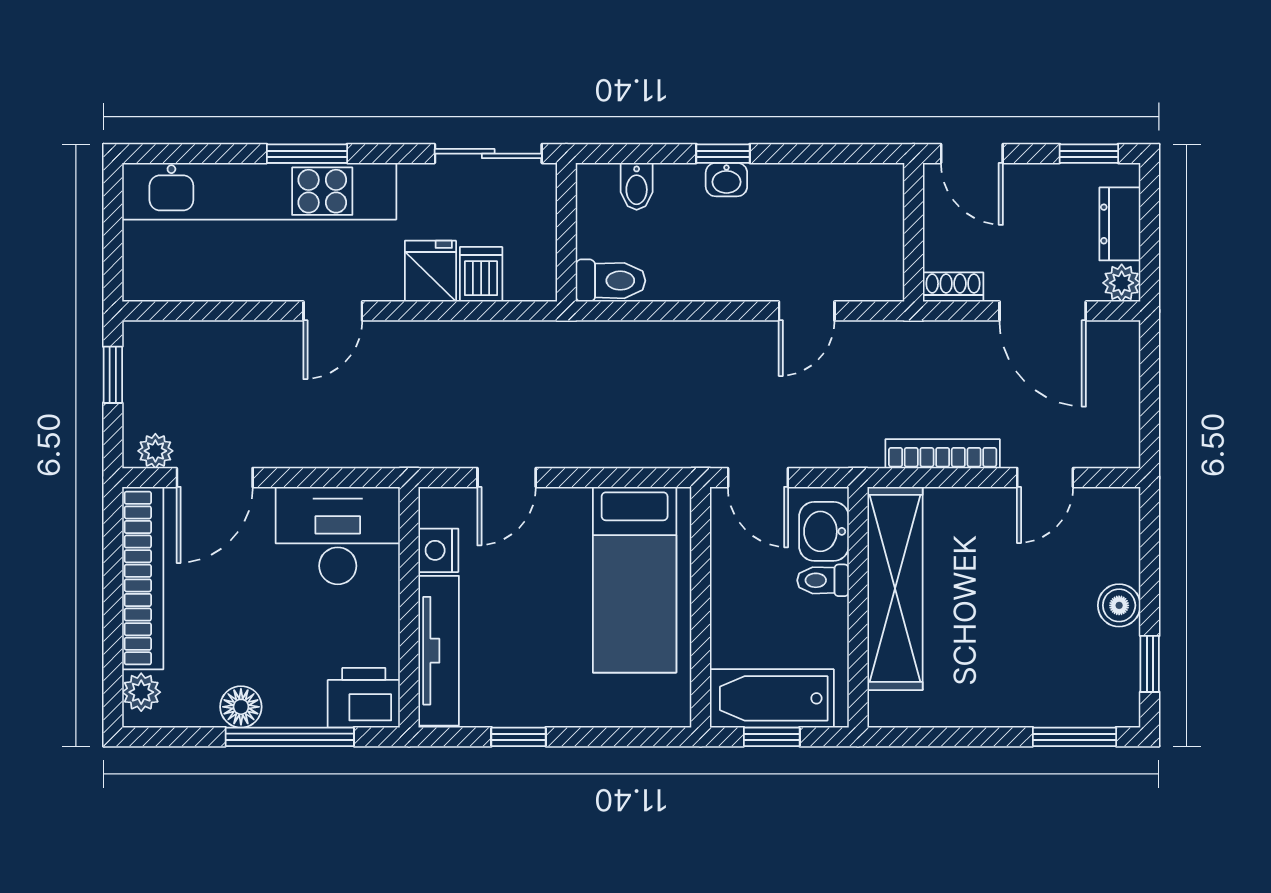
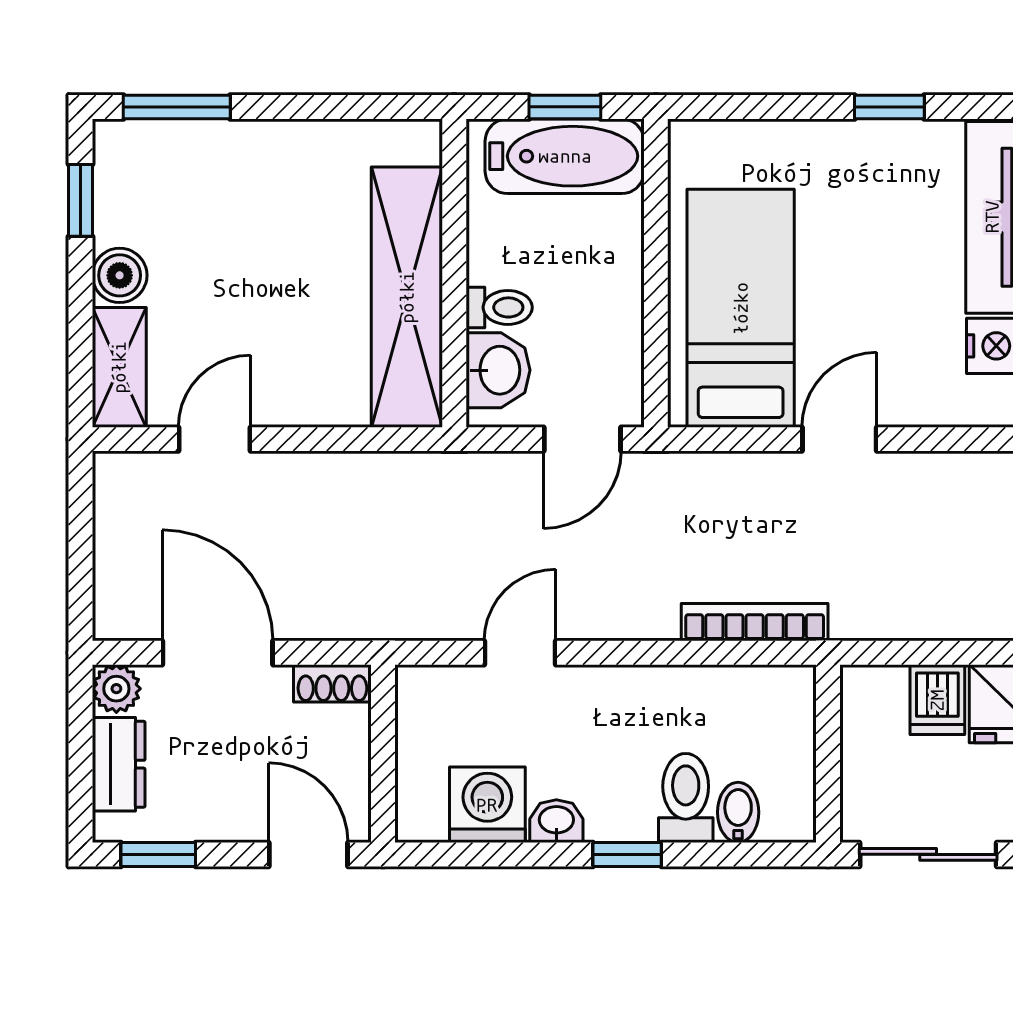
washbasin: (726, 180) -> (556, 821), moved
washing machine: (832, 192) -> (487, 805), added
toilet: (611, 281) -> (686, 798), moved, turned 90
bookcase: (943, 454) -> (755, 622), moved, turned 180
door: (507, 478) -> (839, 439), moved
door: (758, 478) -> (582, 439), swing flipped
shelving: (1119, 534) -> (119, 367), added

